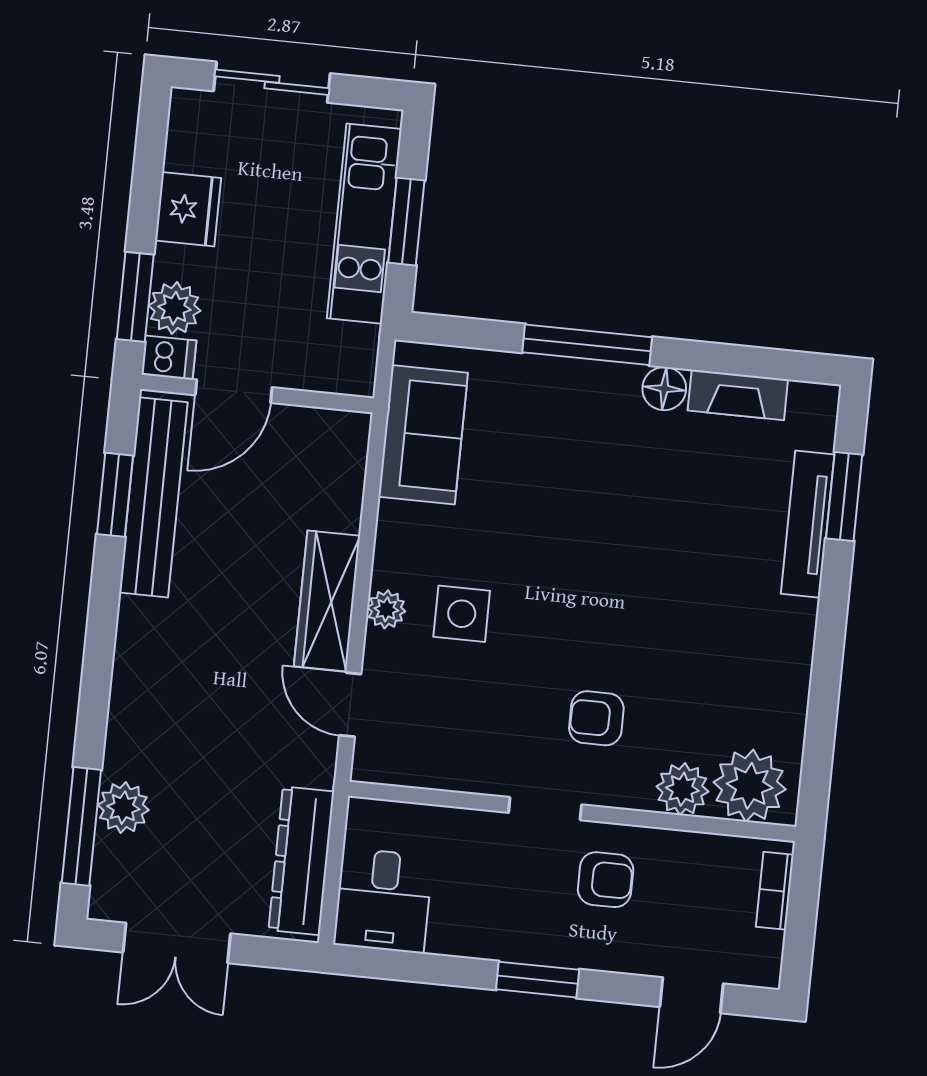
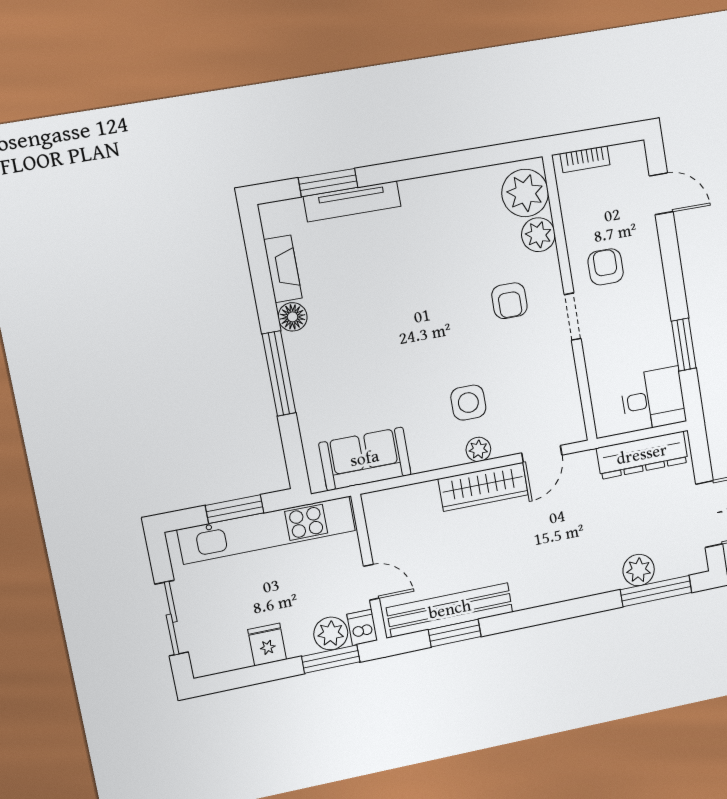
fridge: (188, 209) -> (267, 644), width x0.72
kitchen unit: (364, 224) -> (267, 530), width x1.36
door: (234, 391) -> (371, 582), width x0.73
window: (538, 980) -> (684, 345), moved

